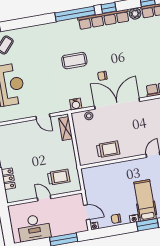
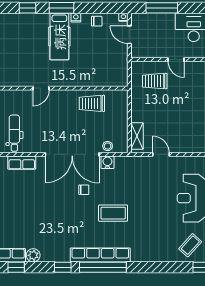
row of seats: (104, 19) -> (100, 255), moved
water cooler: (76, 104) -> (107, 162), moved

